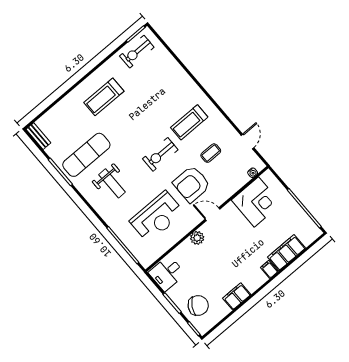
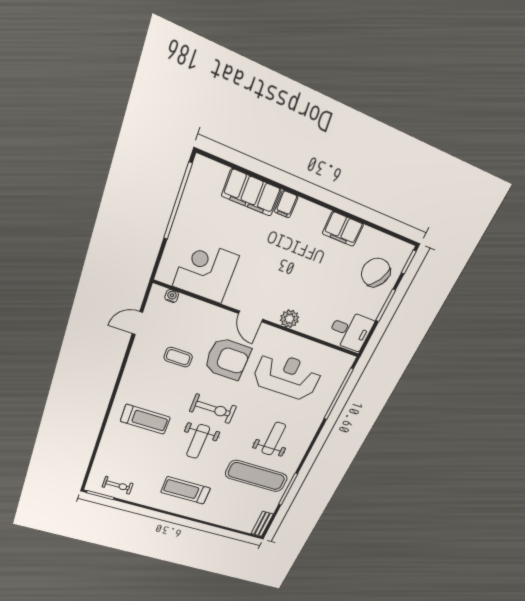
exercise bike: (137, 52) -> (118, 485), width x0.73, depth x0.72
treadmill: (104, 97) -> (186, 490), turned 180
treadmill: (189, 122) -> (145, 419), moved
weight bench: (140, 130) -> (198, 442), added

